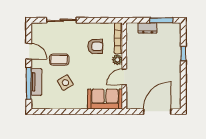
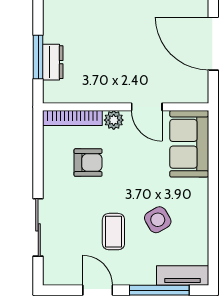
window: (161, 20) -> (38, 57), moved
armchair: (95, 46) -> (88, 163), turned 90
door: (29, 51) -> (98, 290), hinge flipped
tv unit: (36, 82) -> (183, 276), moved

